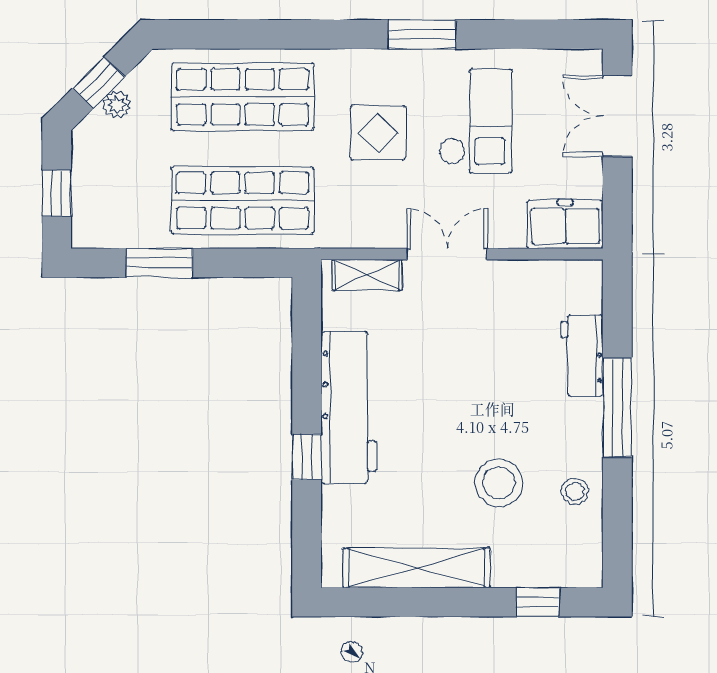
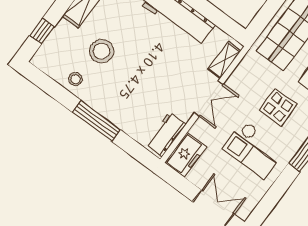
workbench: (582, 355) -> (166, 134), moved, turned -90

